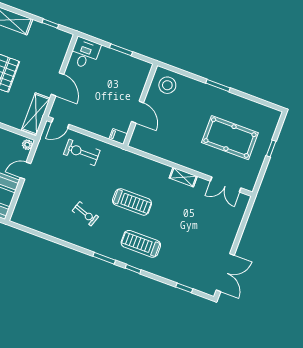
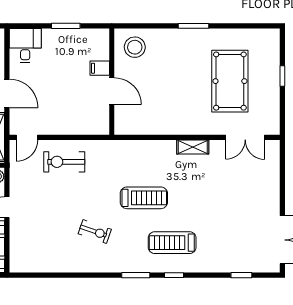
filing cabinet: (118, 136) -> (100, 68), moved
pool table: (230, 138) -> (230, 81), turned 90

